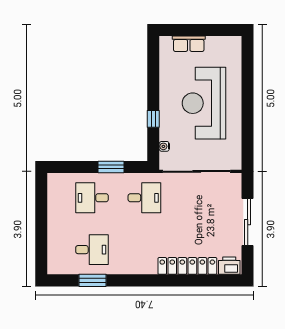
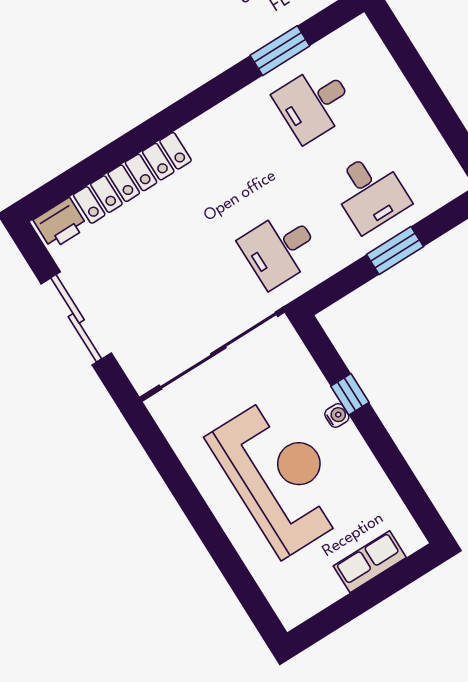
water cooler: (164, 146) -> (337, 415), moved
window: (111, 167) -> (395, 250), moved
desk: (92, 198) -> (370, 192), turned 90

